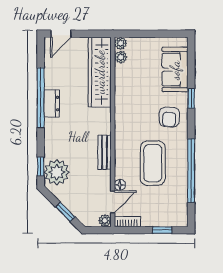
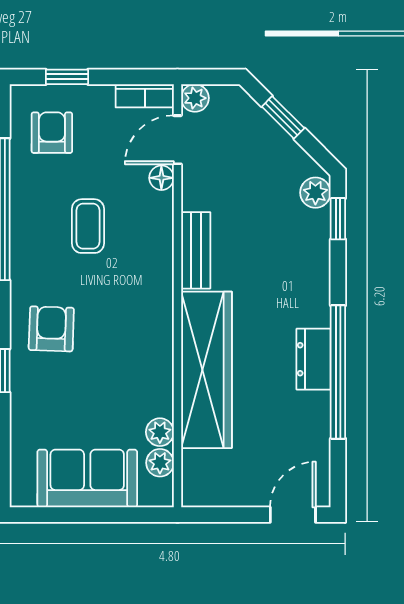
plant: (121, 43) -> (160, 432), moved
sofa: (175, 70) -> (87, 478), moved, turned -90
wardrobe: (100, 72) -> (206, 370), moved
coffee table: (153, 163) -> (88, 226), width x0.54, depth x0.58
plant: (57, 172) -> (315, 193), width x0.53, depth x0.53
armchair: (169, 205) -> (52, 133), added

